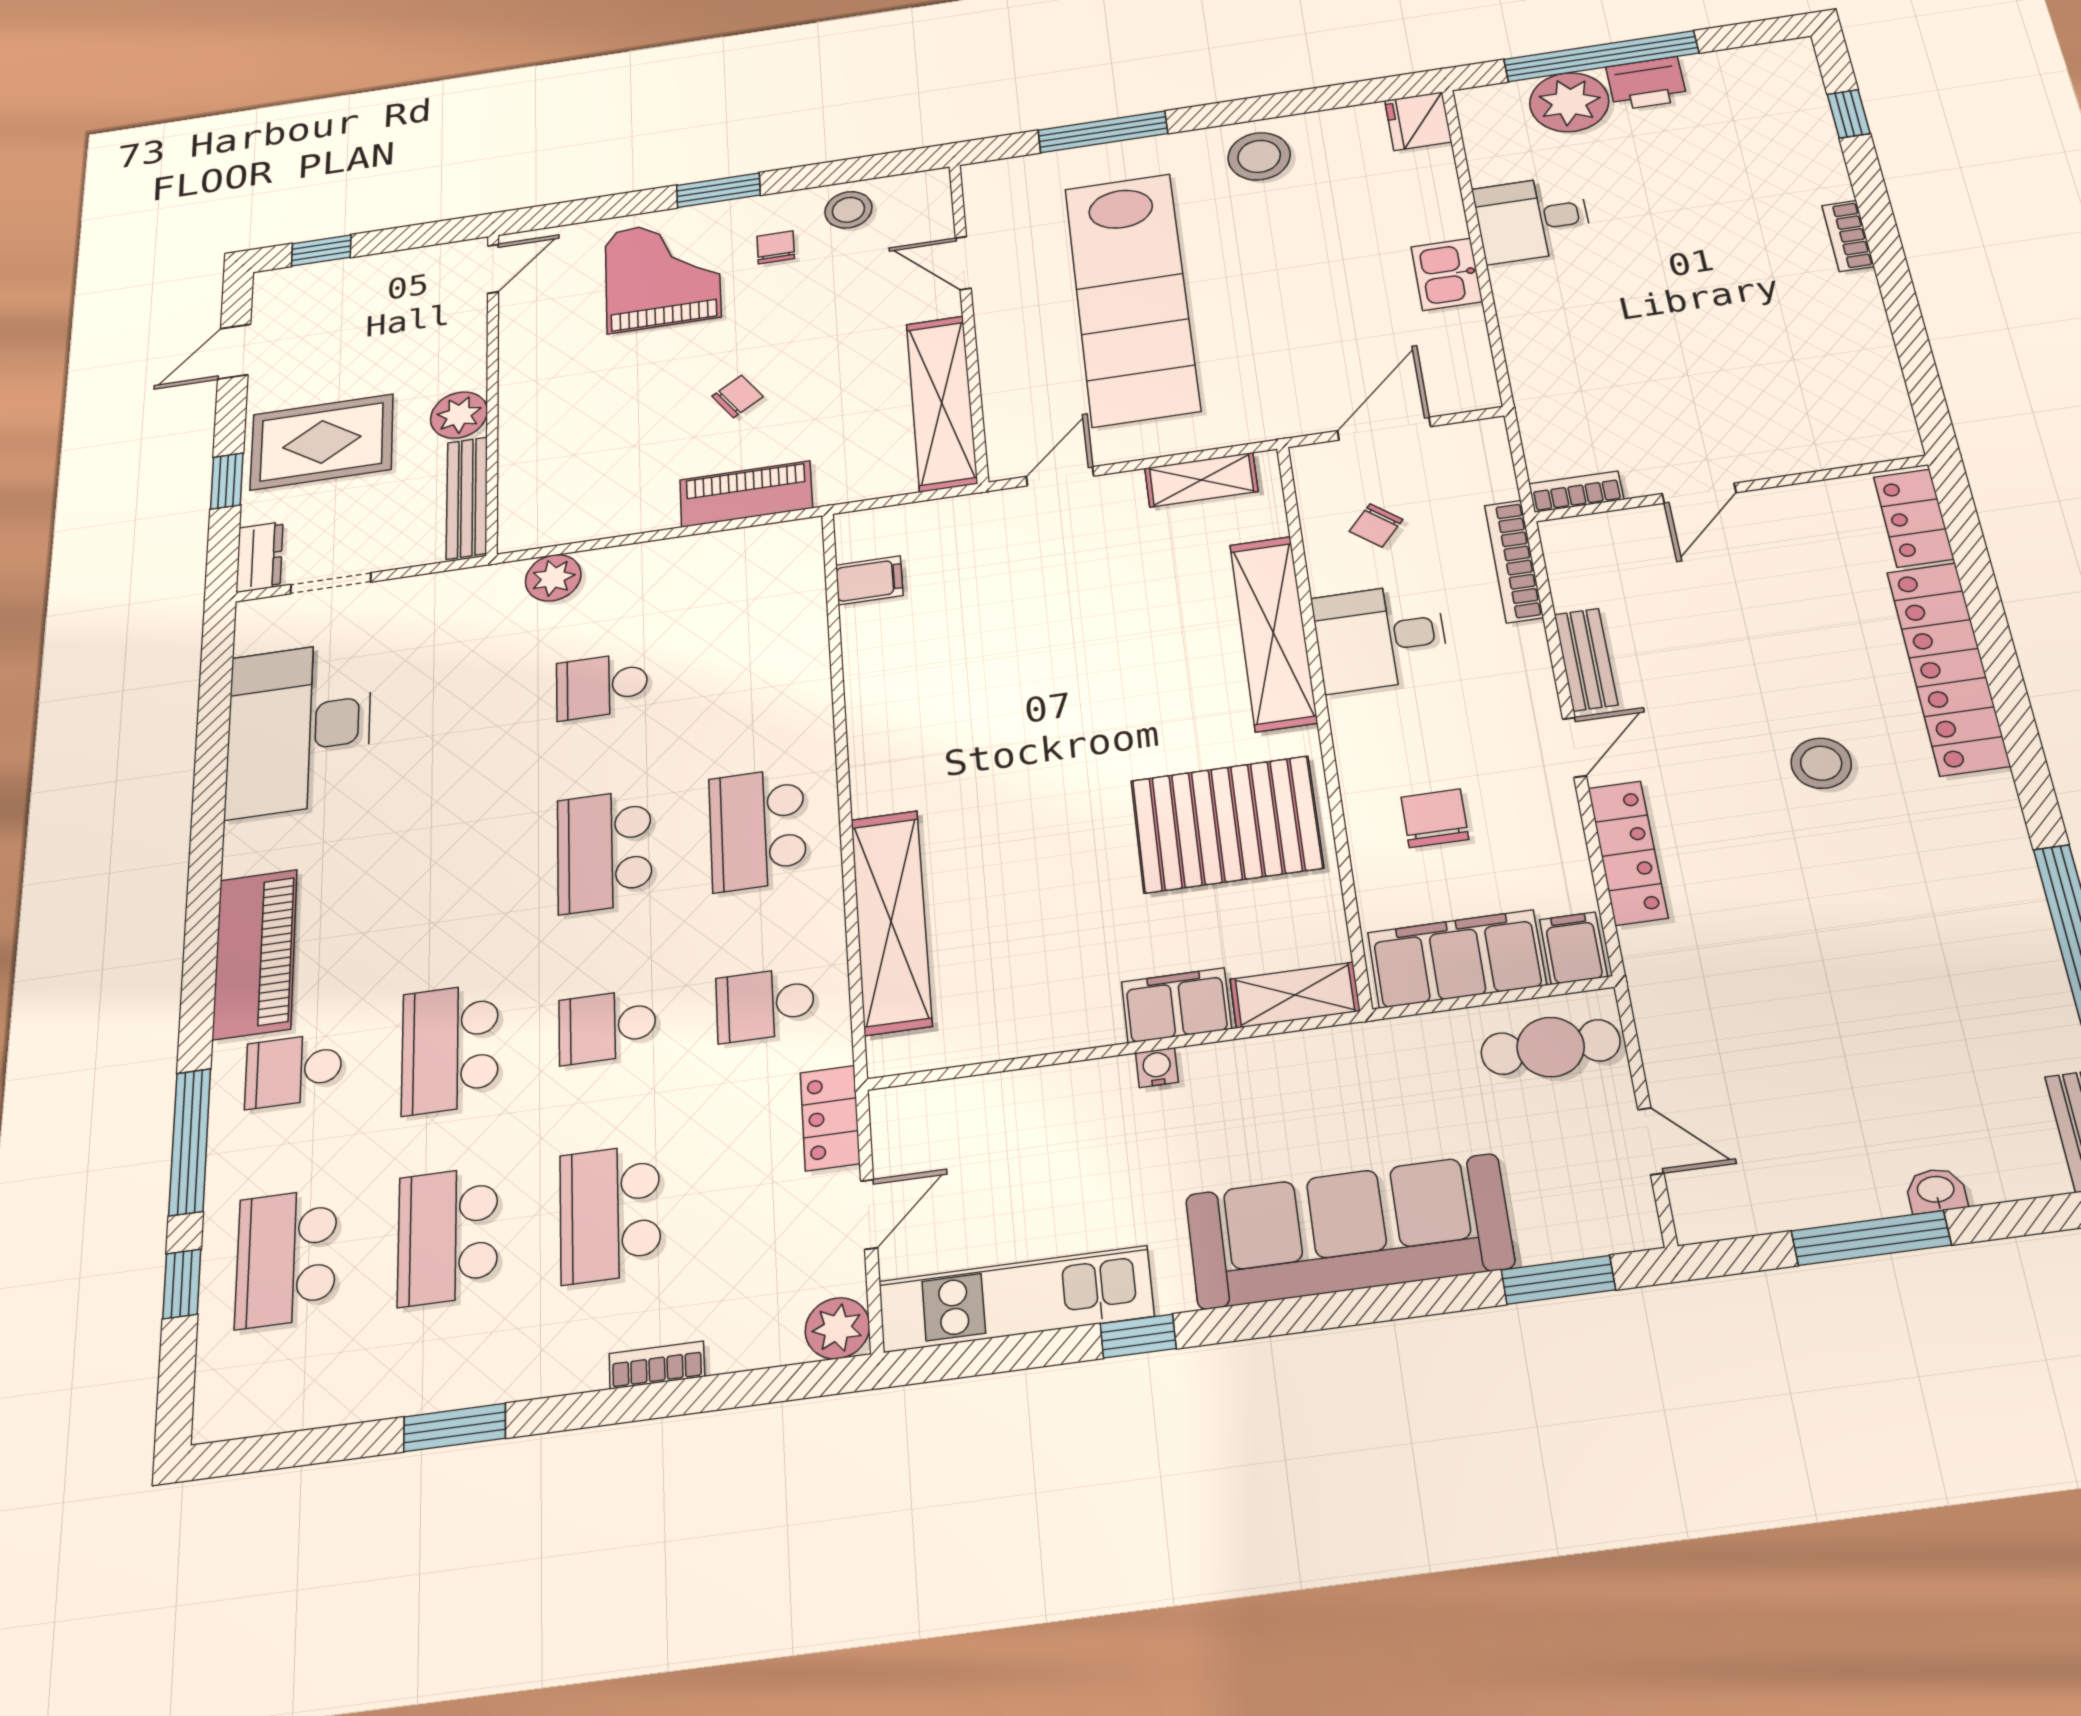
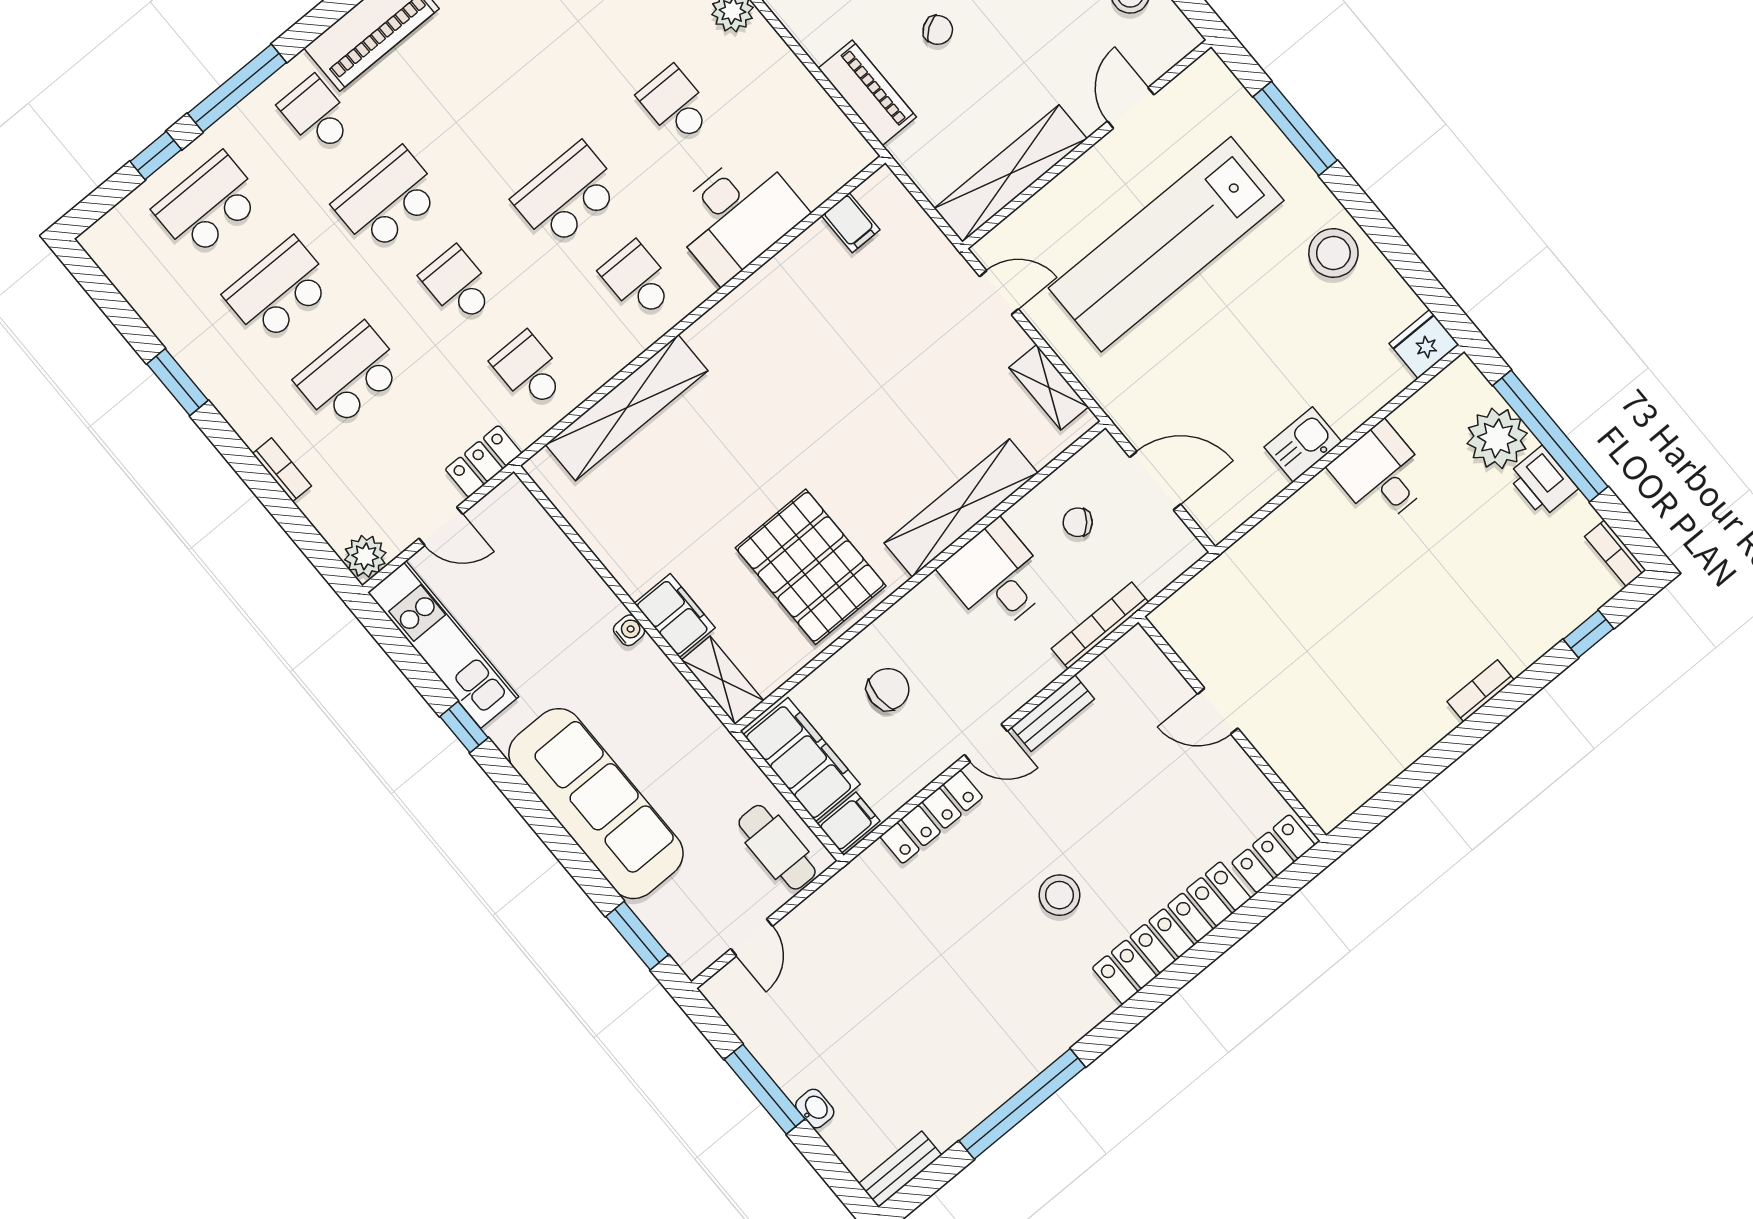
bookcase: (1576, 492) -> (1615, 553), moved, turned 180
desk: (769, 689) -> (737, 215), added
school desk: (758, 829) -> (638, 280), width x0.54

